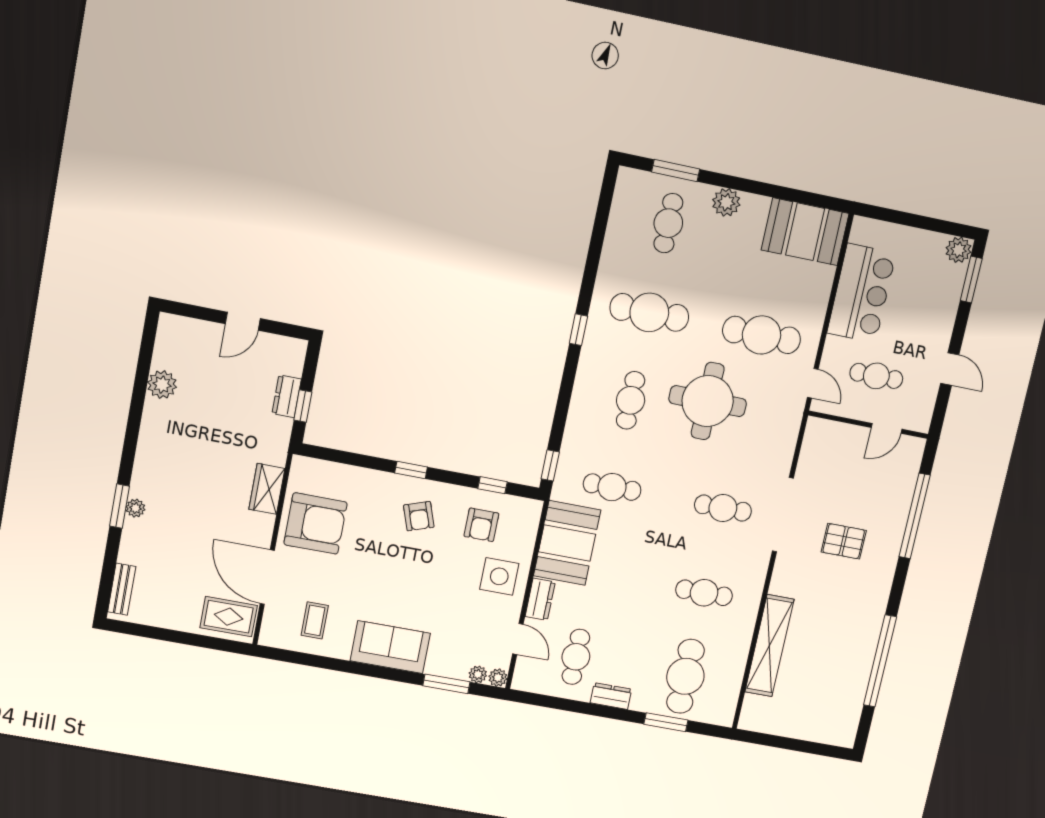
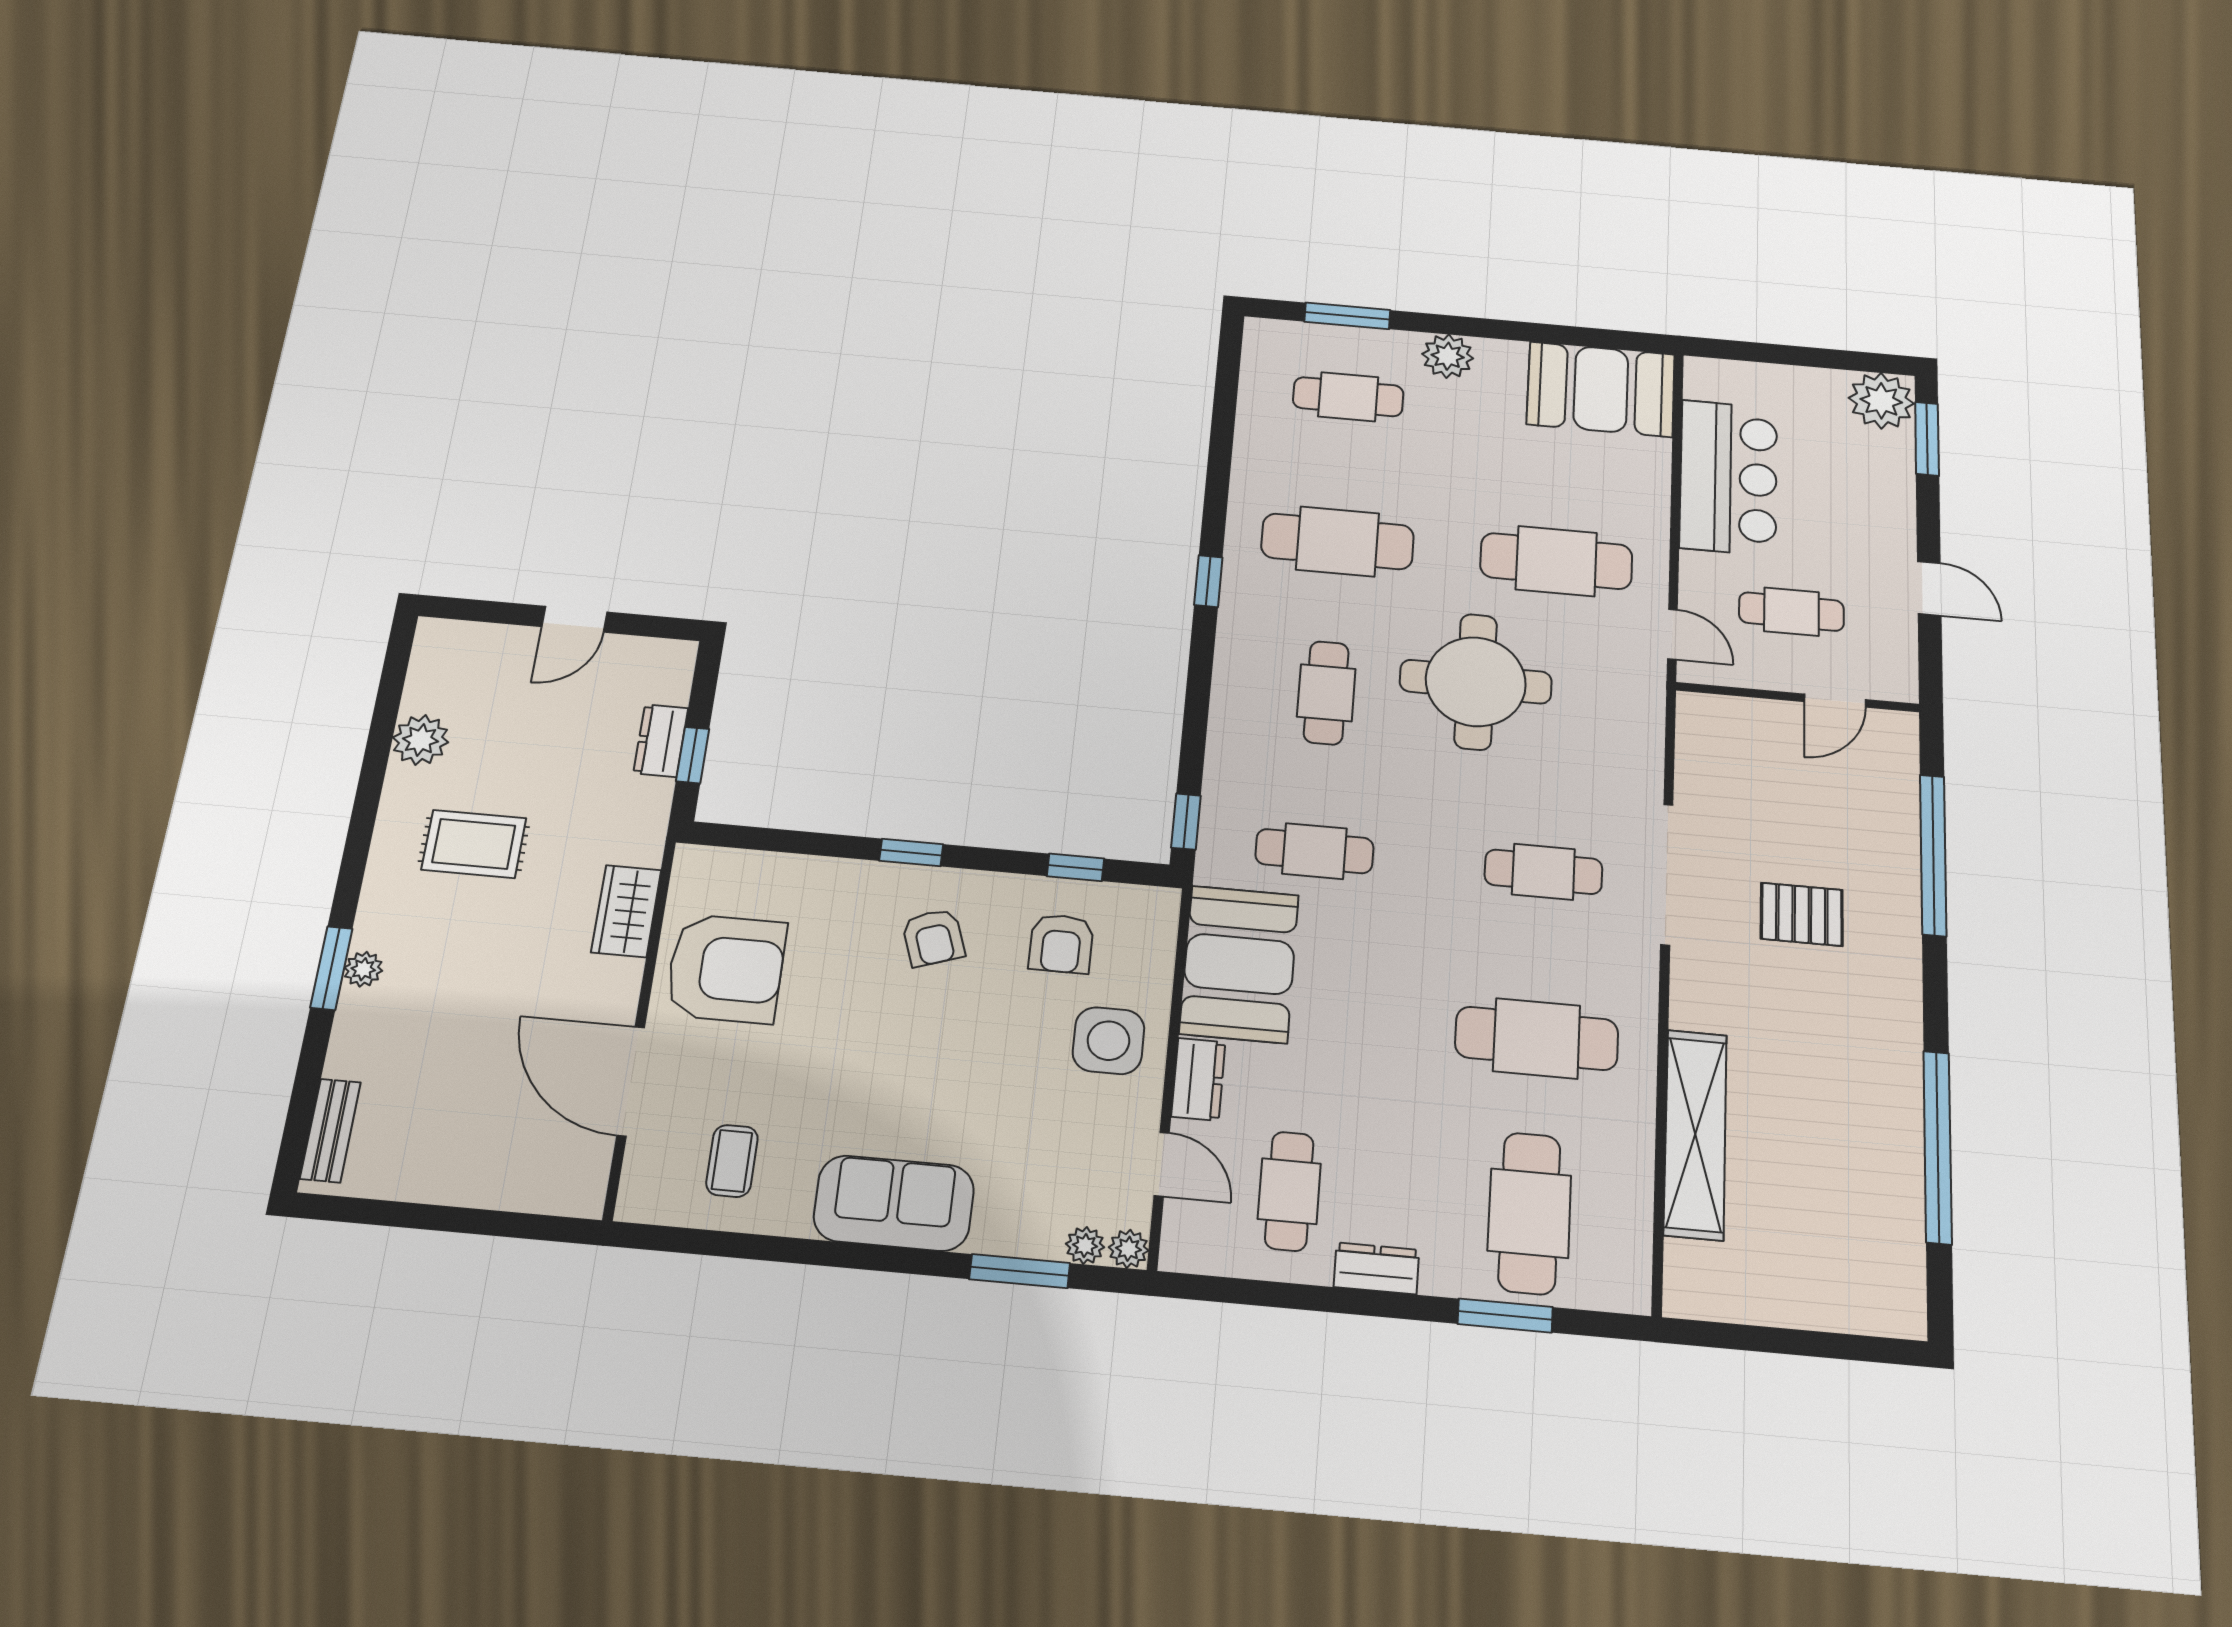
cafe table: (668, 223) -> (1348, 397), turned 90
plant: (959, 250) -> (1881, 401), width x1.36, depth x1.36
cafe table: (704, 593) -> (1537, 1038), width x1.37, depth x1.35
rug: (229, 617) -> (474, 844), moved

